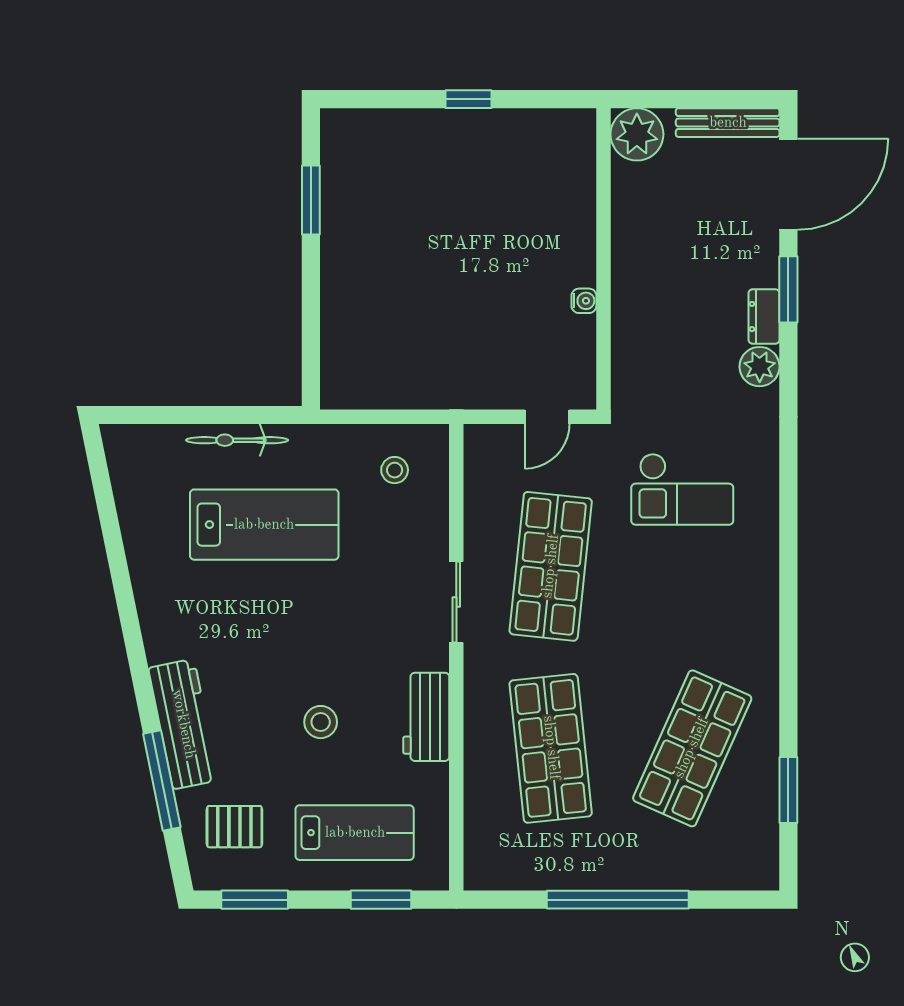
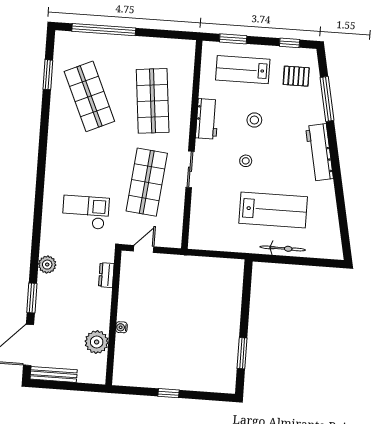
plant: (637, 134) -> (97, 342), moved
water cooler: (584, 301) -> (121, 327), moved
dresser: (764, 317) -> (106, 275), moved, turned 180
stool: (395, 470) -> (246, 161), moved
lab bench: (264, 525) -> (273, 210), turned 180
workbench: (183, 724) -> (319, 152), moved
shop shelf: (692, 748) -> (89, 96), turned -48
window: (255, 900) -> (290, 43), width x0.67
window: (618, 900) -> (104, 30), moved

